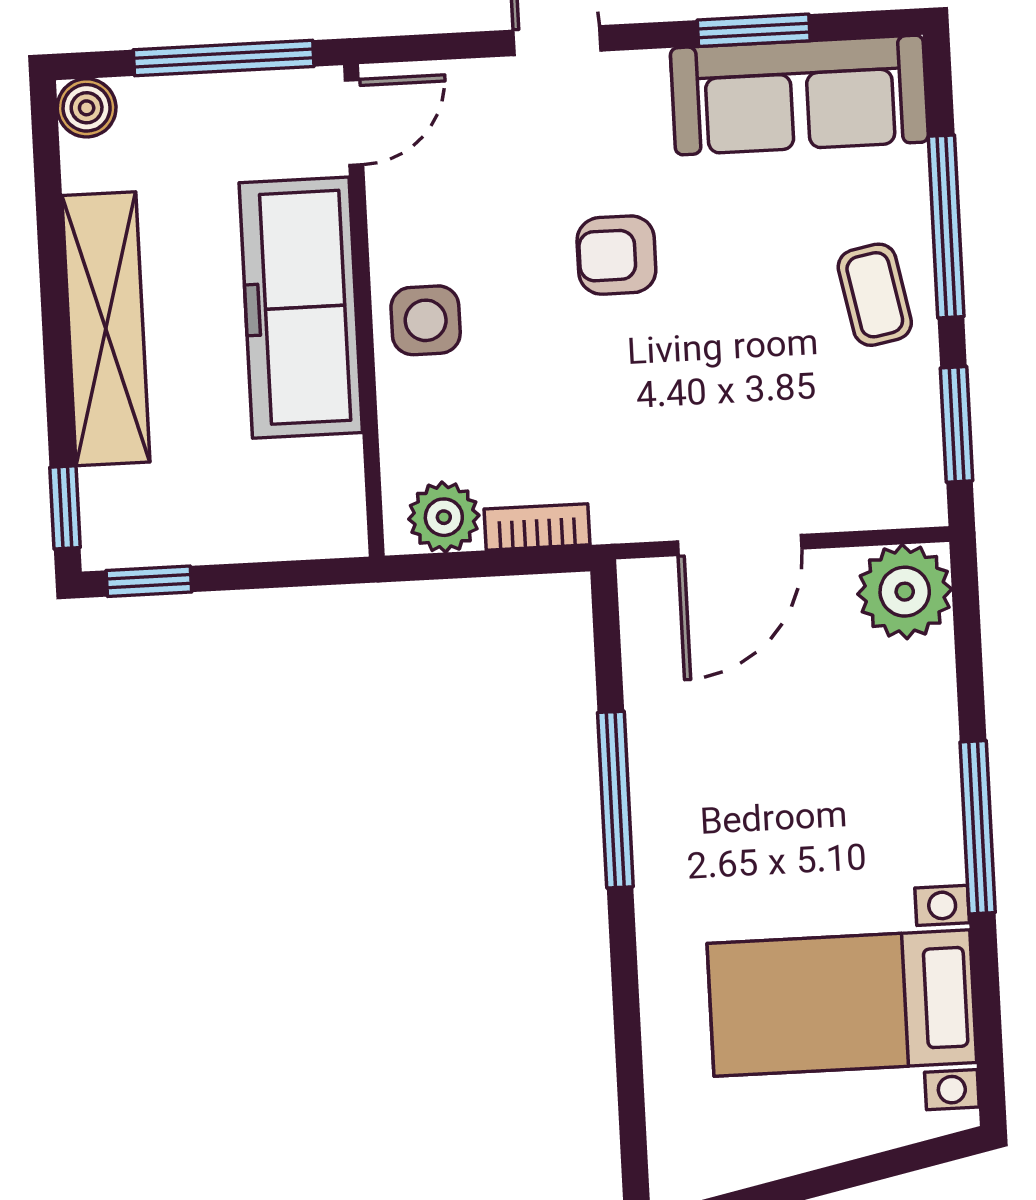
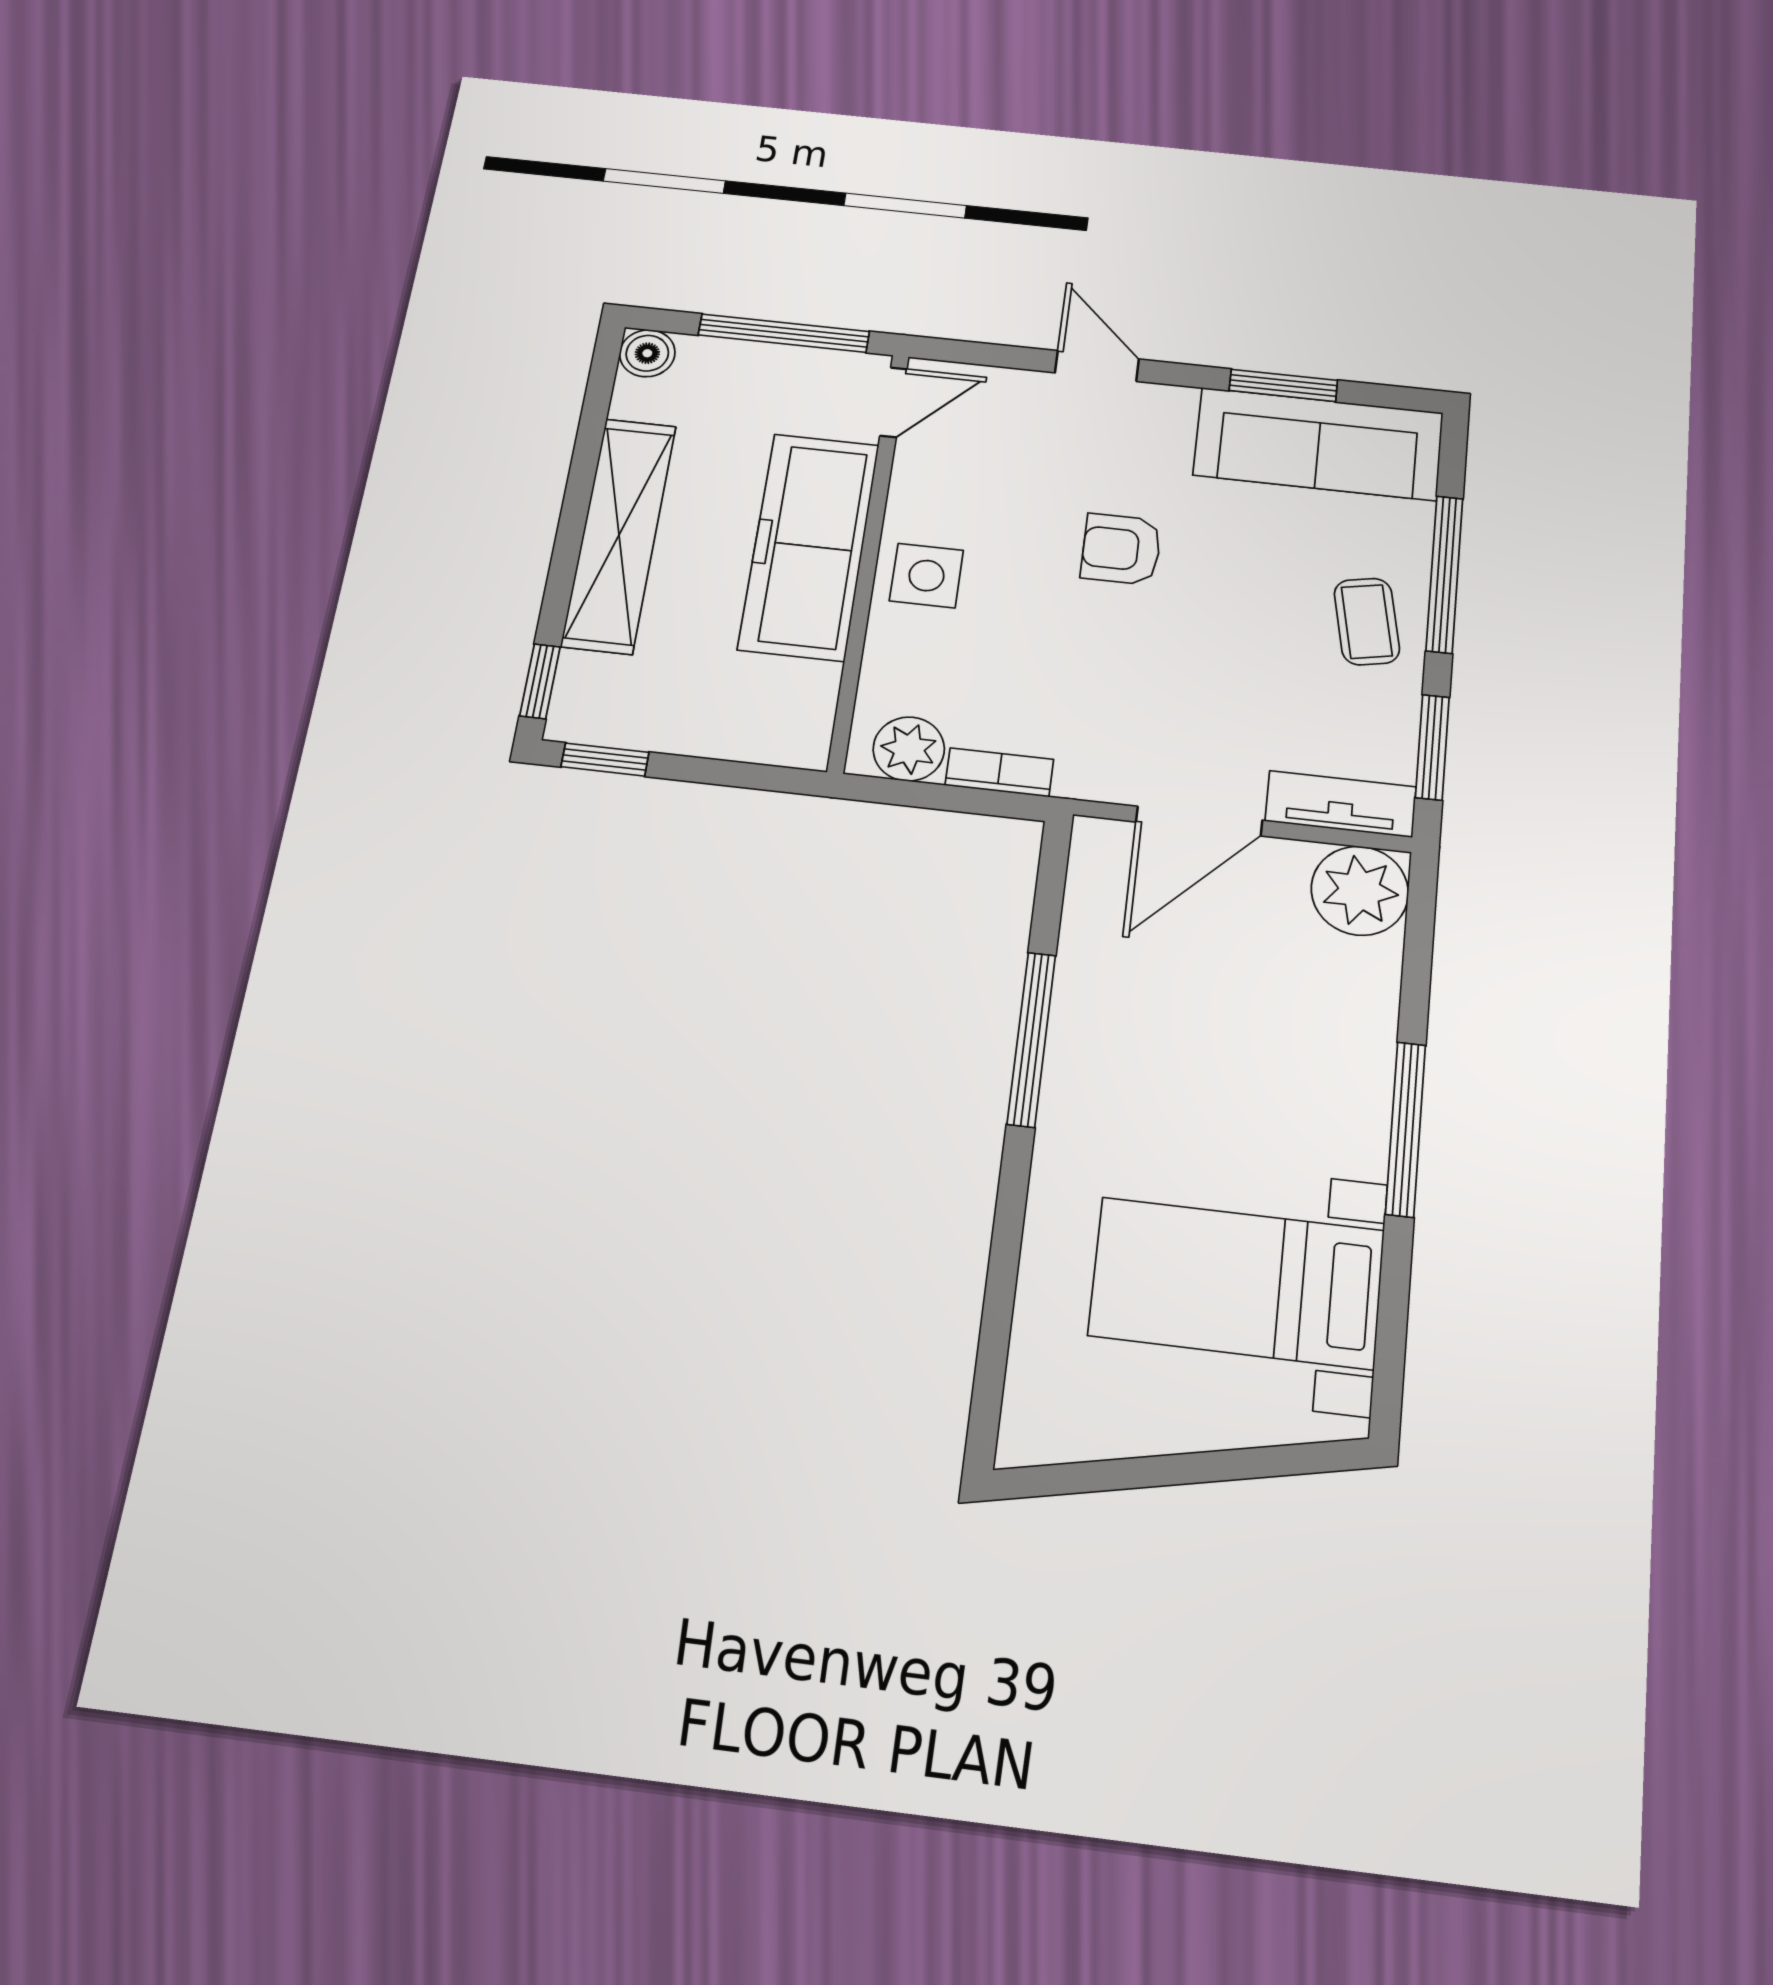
tv unit: (875, 502) -> (1341, 804), added

